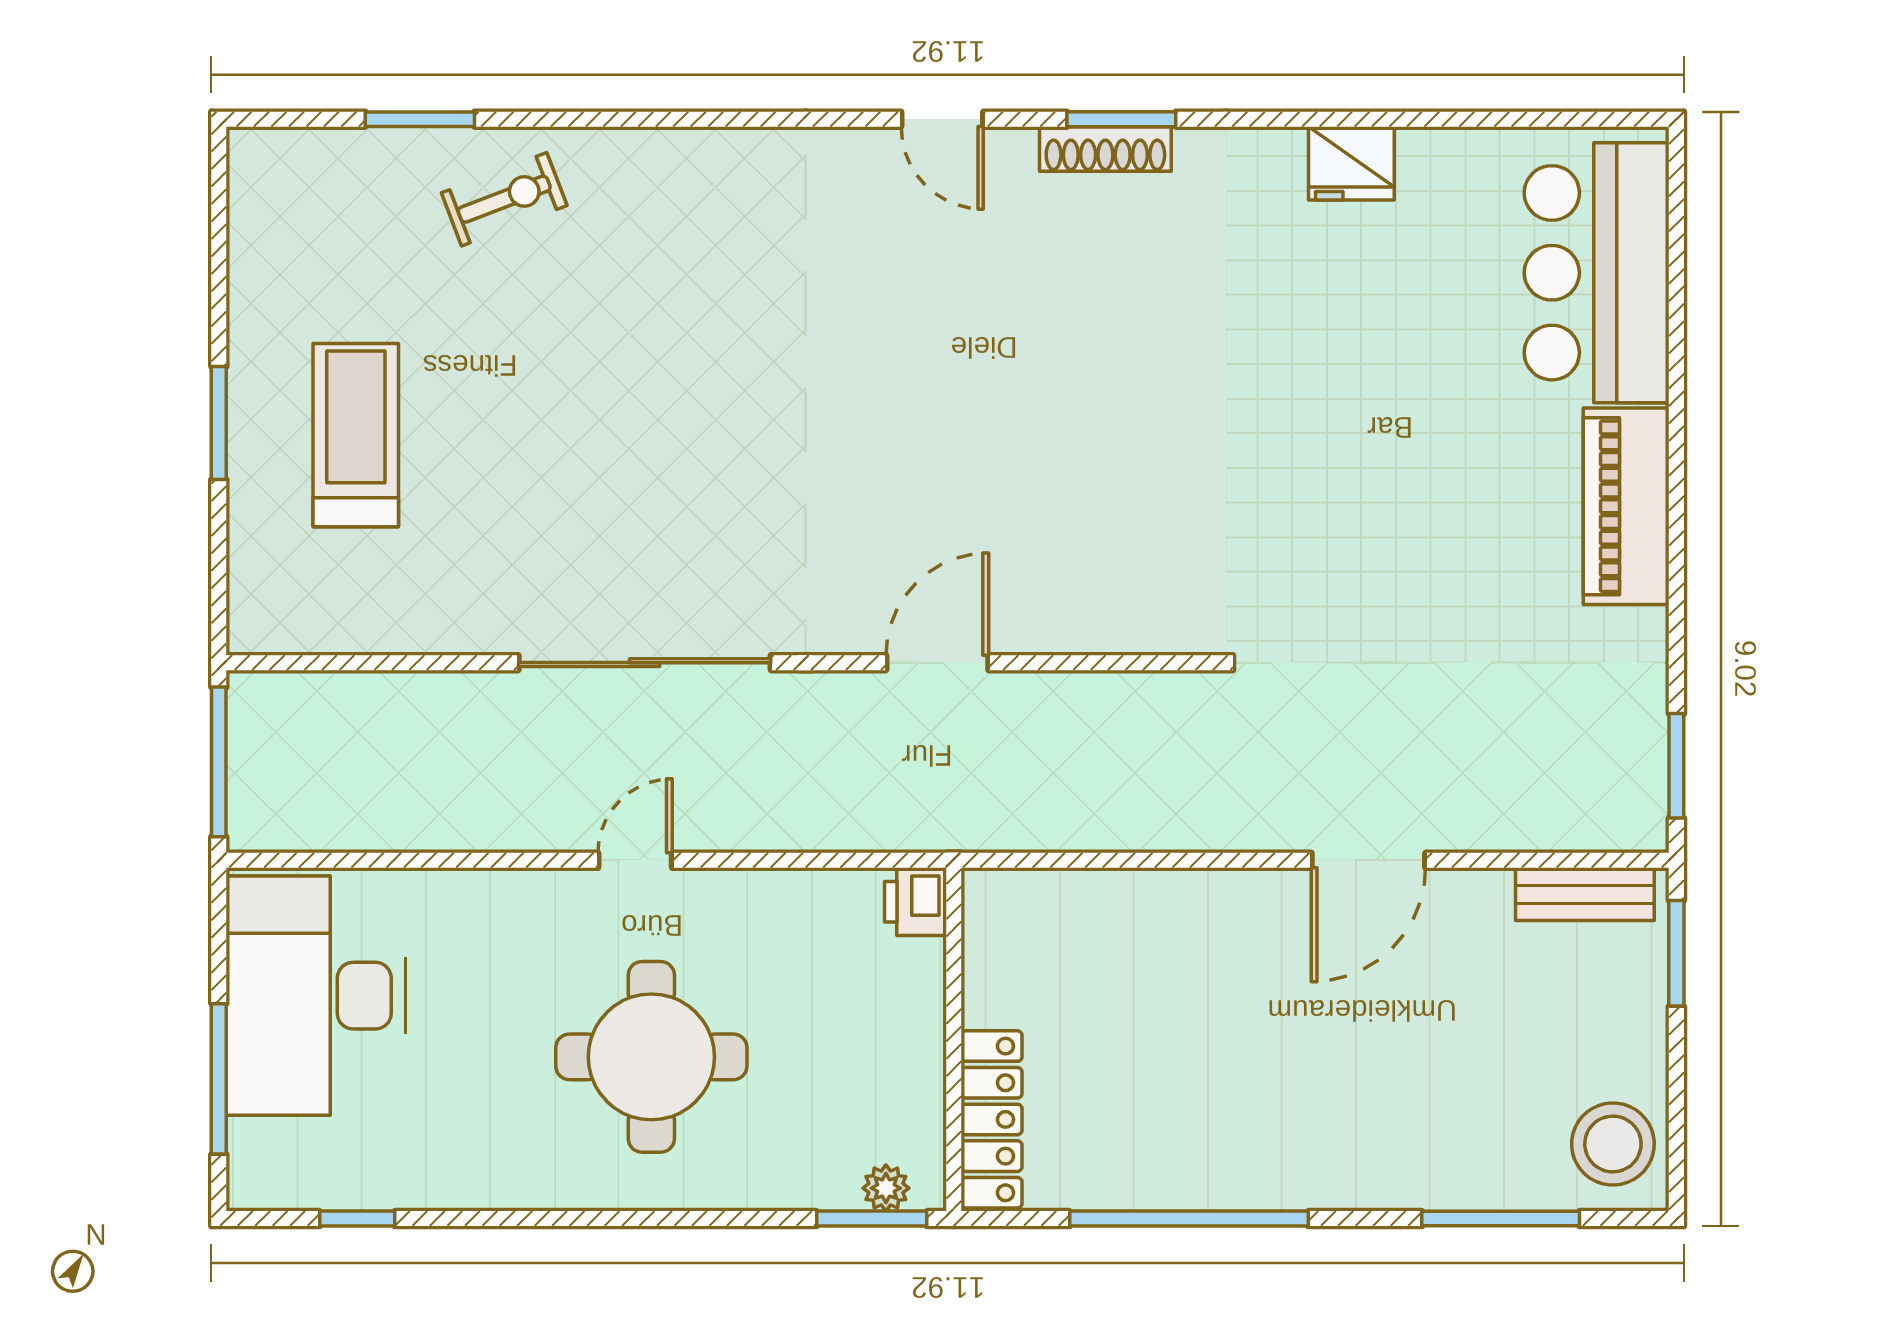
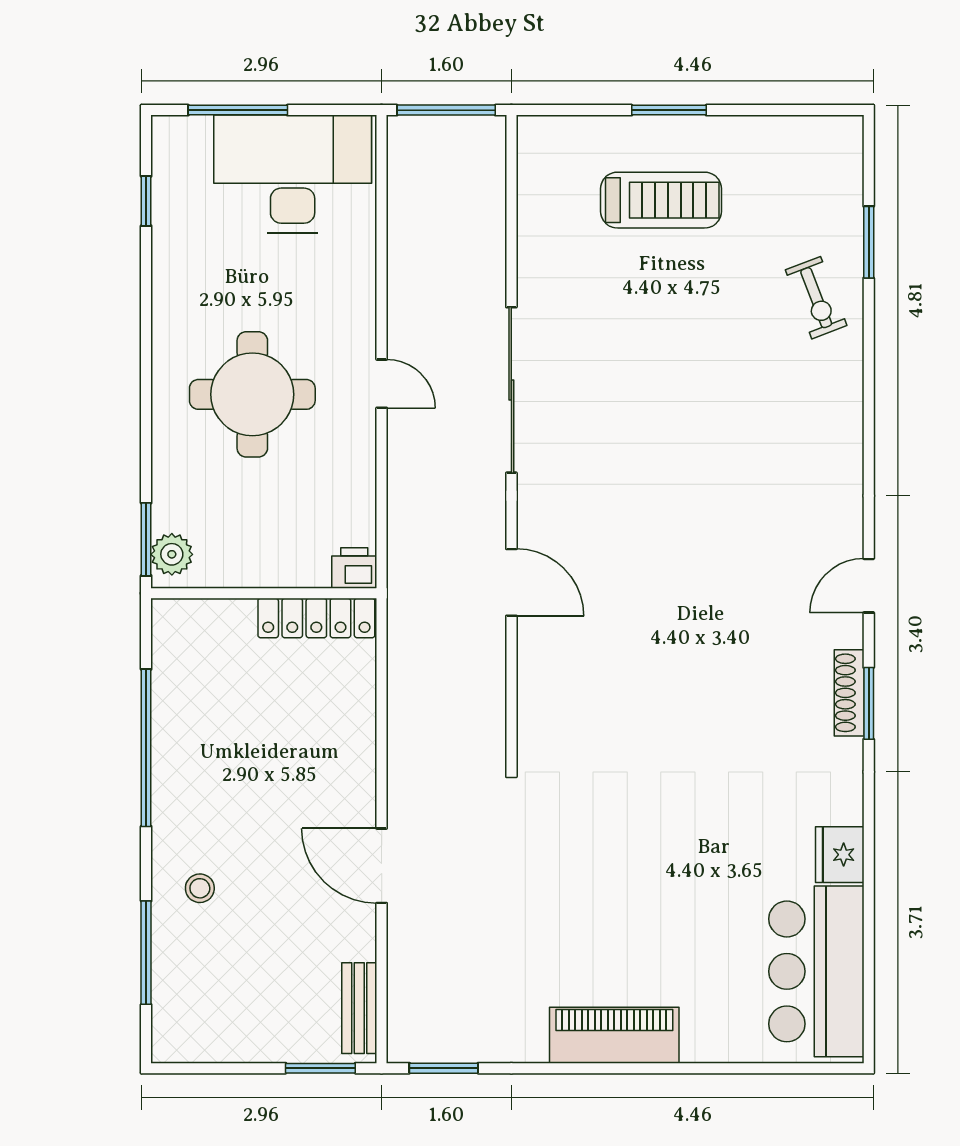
bar counter: (1597, 273) -> (816, 971), moved, turned -90
locker: (992, 1119) -> (316, 618), moved
stool: (1613, 1144) -> (200, 888), moved, width x0.53, depth x0.53
plant: (886, 1188) -> (172, 554), width x1.38, depth x1.38

